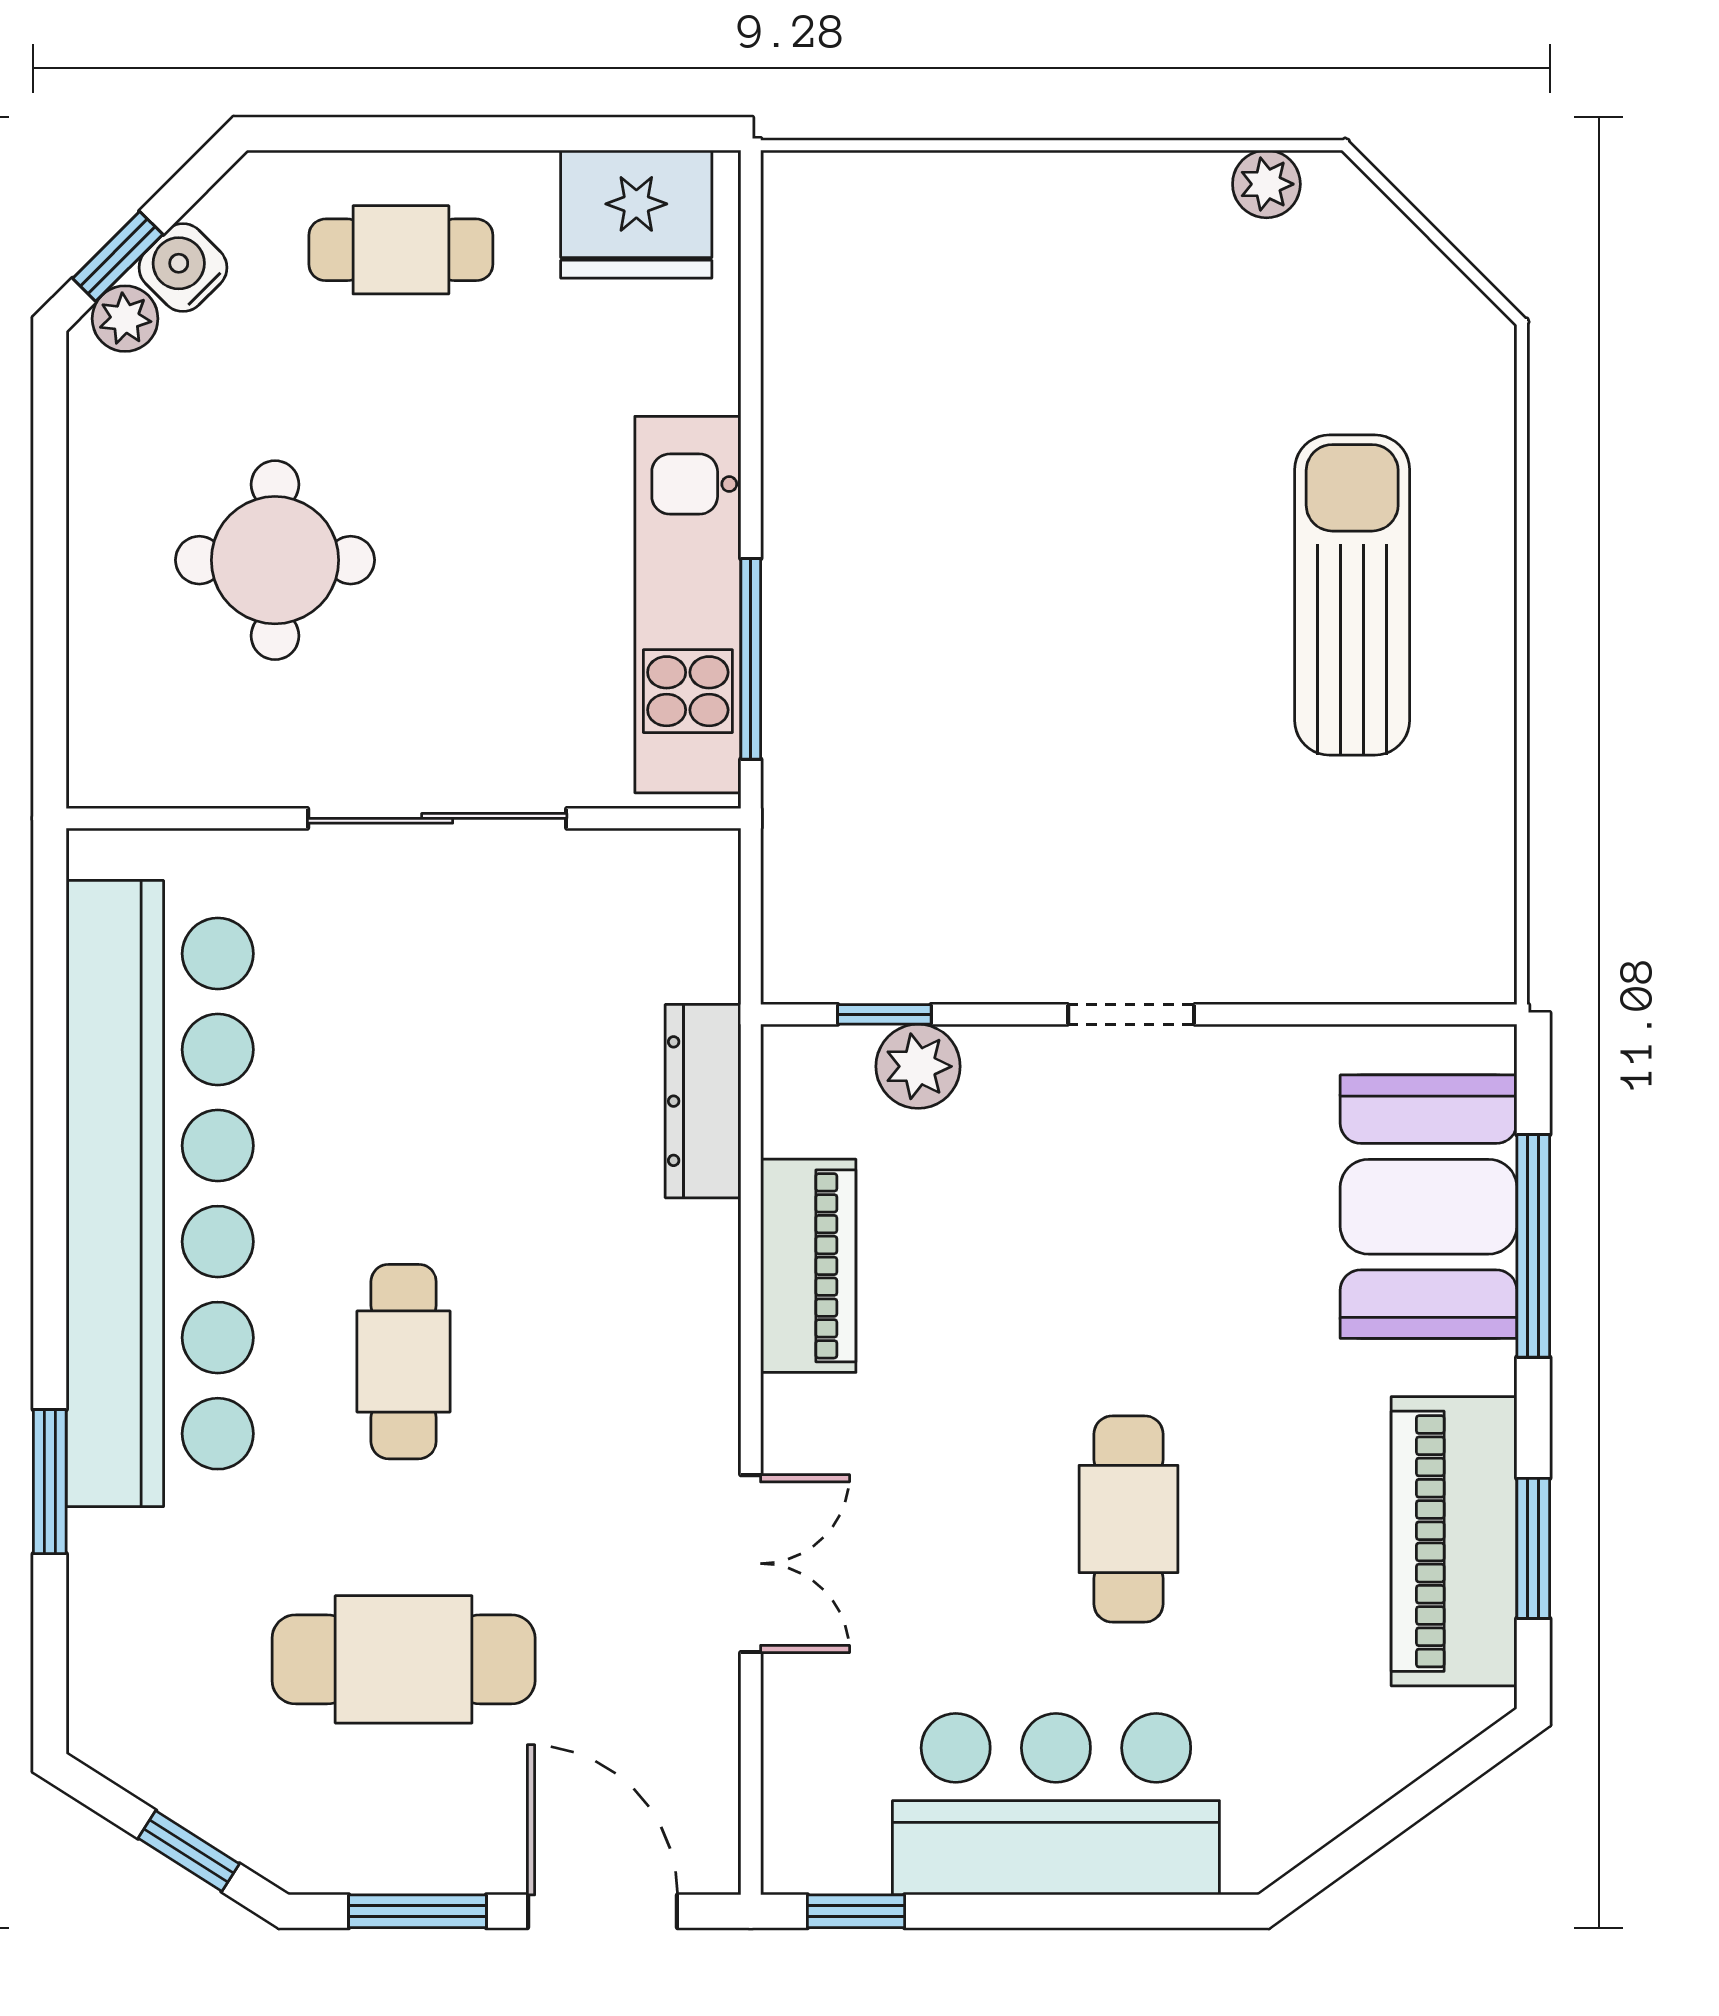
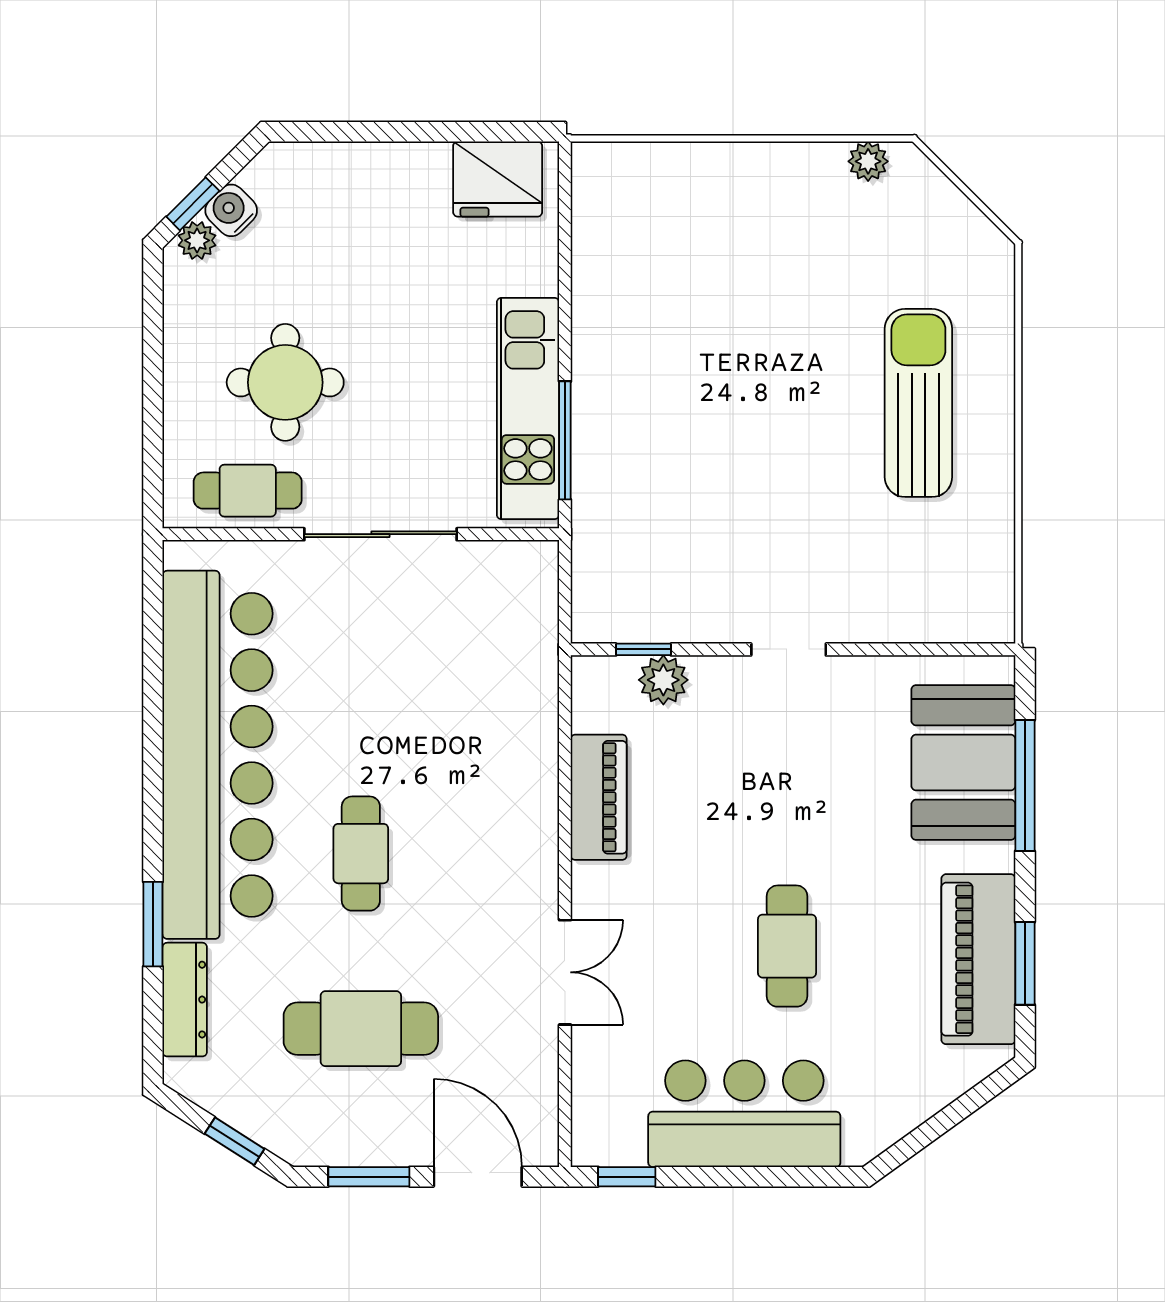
cafe table: (401, 250) -> (248, 491), moved
dresser: (703, 1101) -> (185, 1000), moved, turned 180

